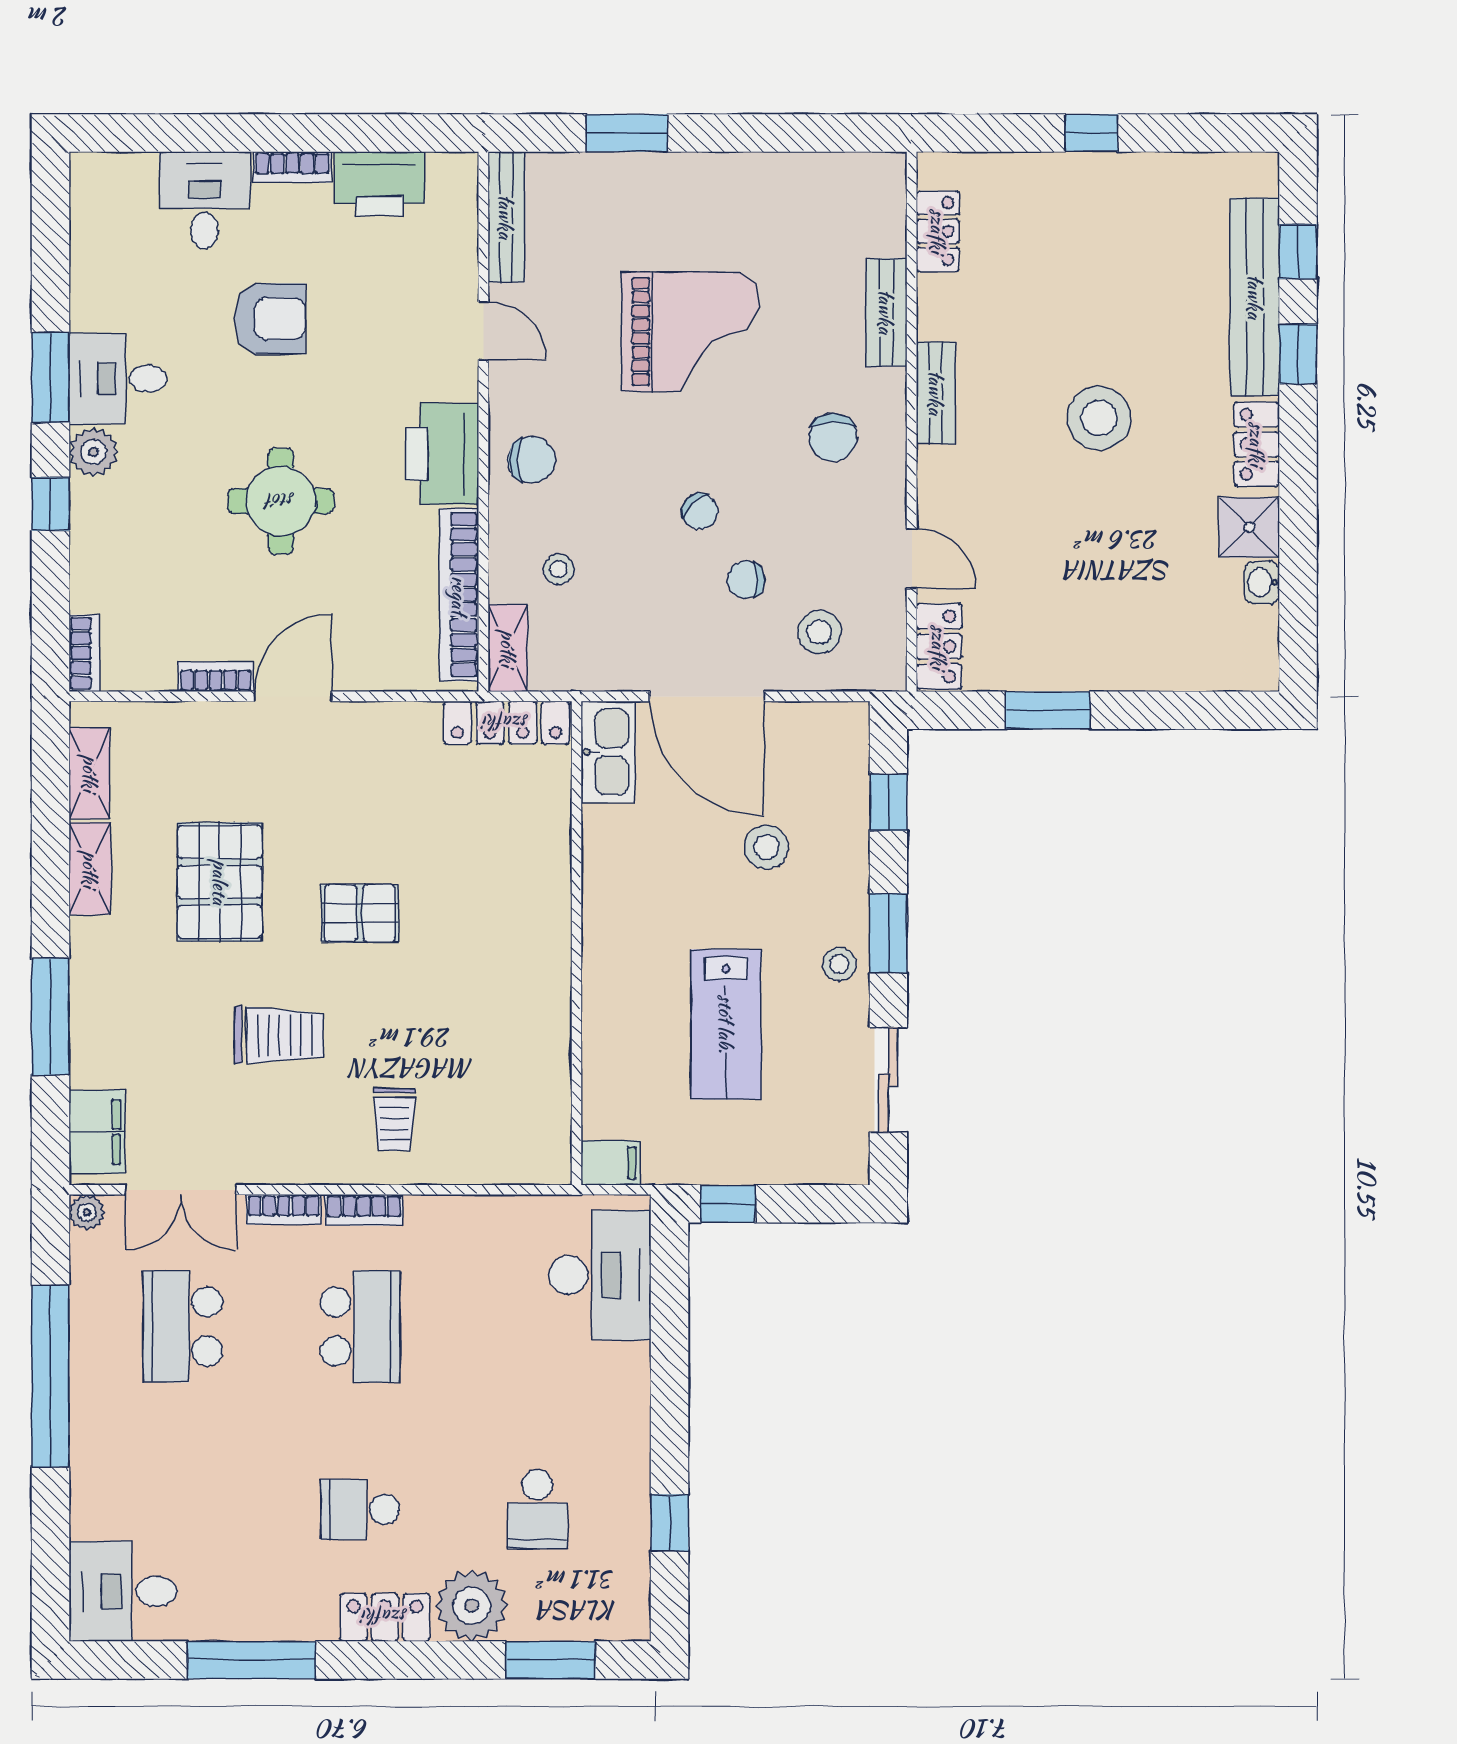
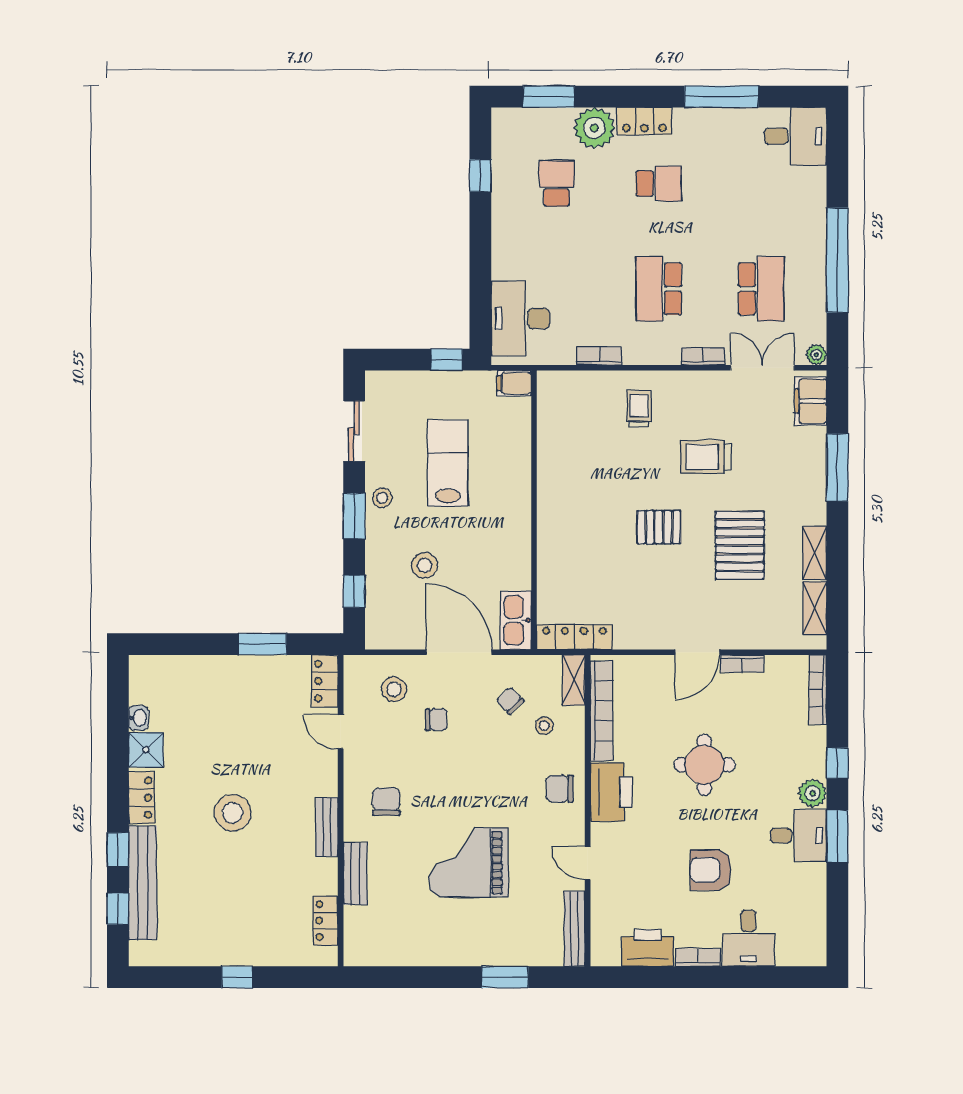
chair: (700, 512) -> (510, 701), moved
bookcase: (84, 653) -> (818, 690), width x1.56
bookcase: (364, 1210) -> (599, 356), moved

